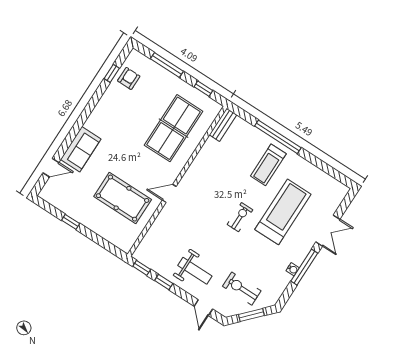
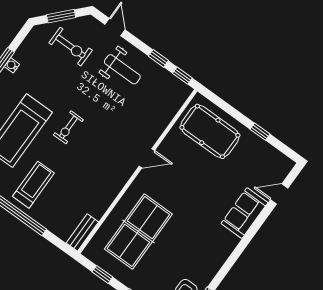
pool table: (123, 198) -> (210, 131), moved
weight bench: (195, 271) -> (122, 69), turned 180

